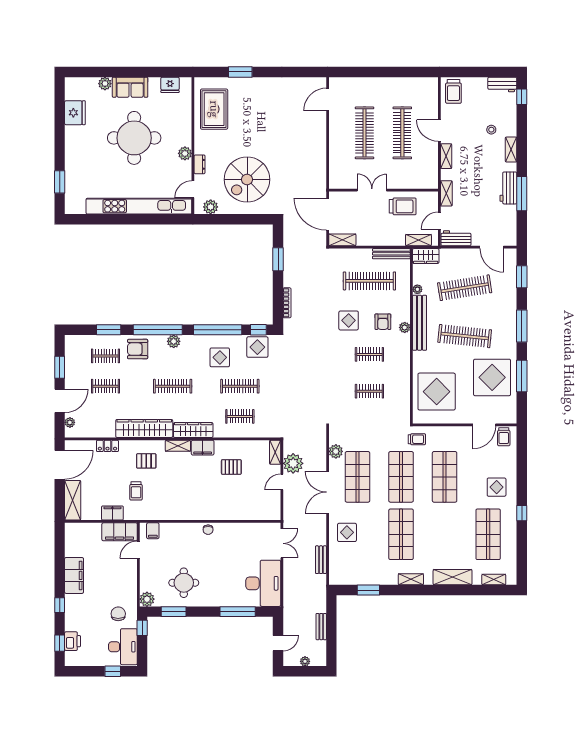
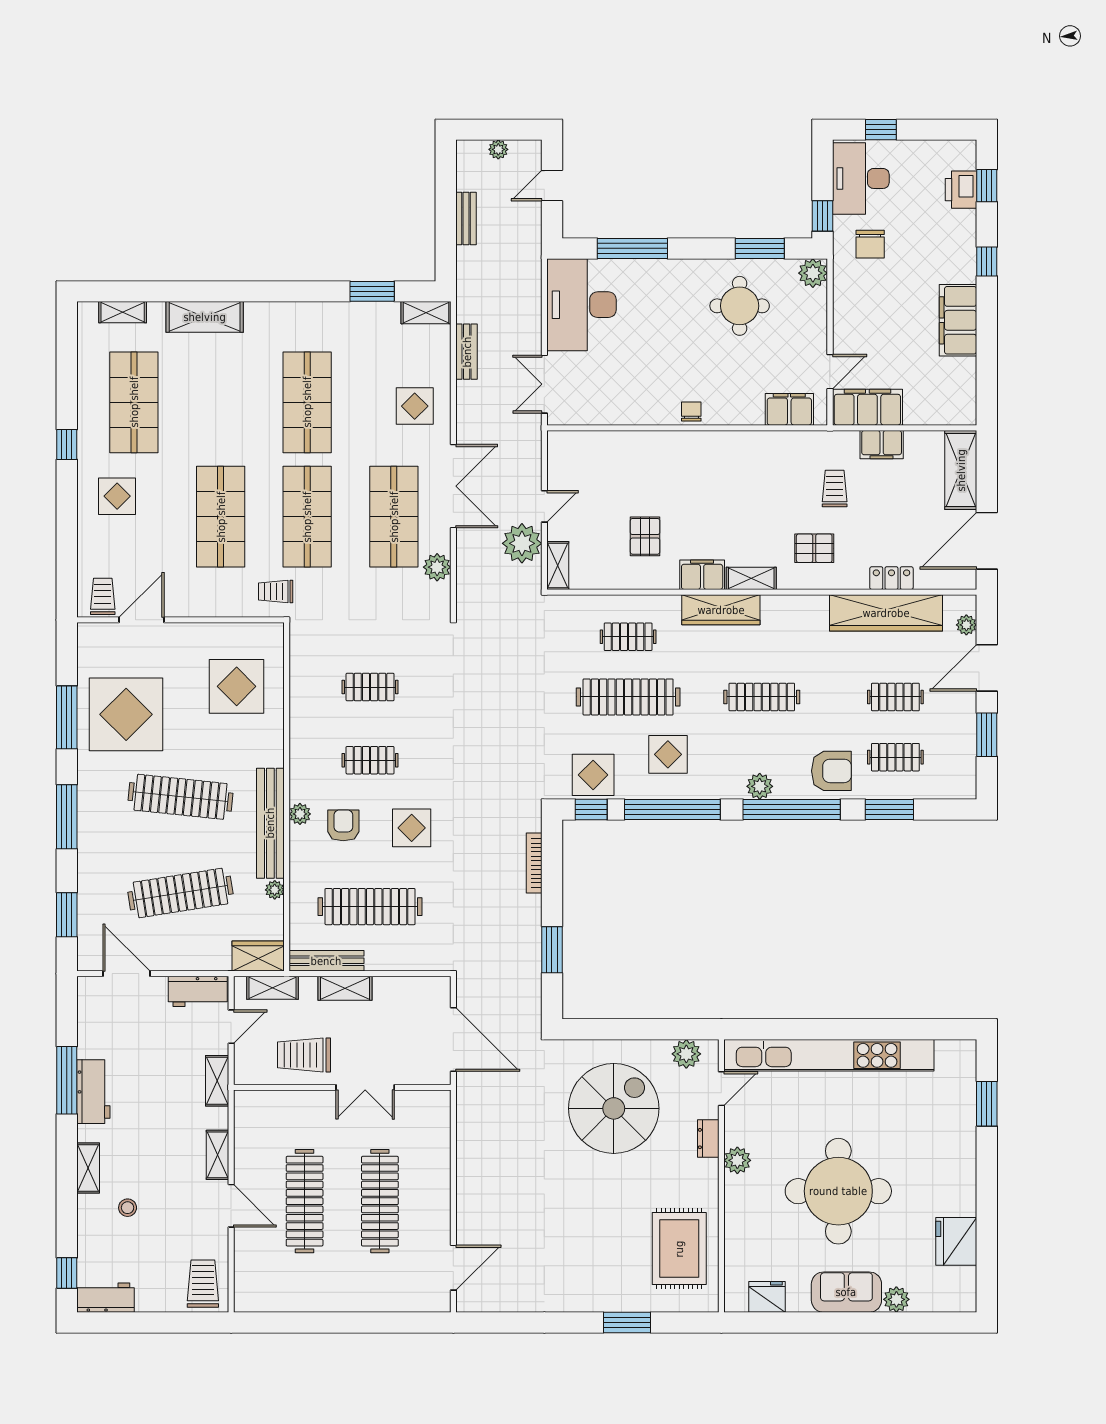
shelving: (342, 240) -> (345, 988), moved
clothes rail: (240, 386) -> (628, 697), width x1.37, depth x1.31
display table: (437, 392) -> (237, 686), width x0.73, depth x0.73
wardrobe: (144, 428) -> (886, 613), moved
pallet: (231, 467) -> (645, 536), turned 90
filing cabinet: (153, 531) -> (789, 409), width x2.00
shelving: (411, 579) -> (426, 313), moved

